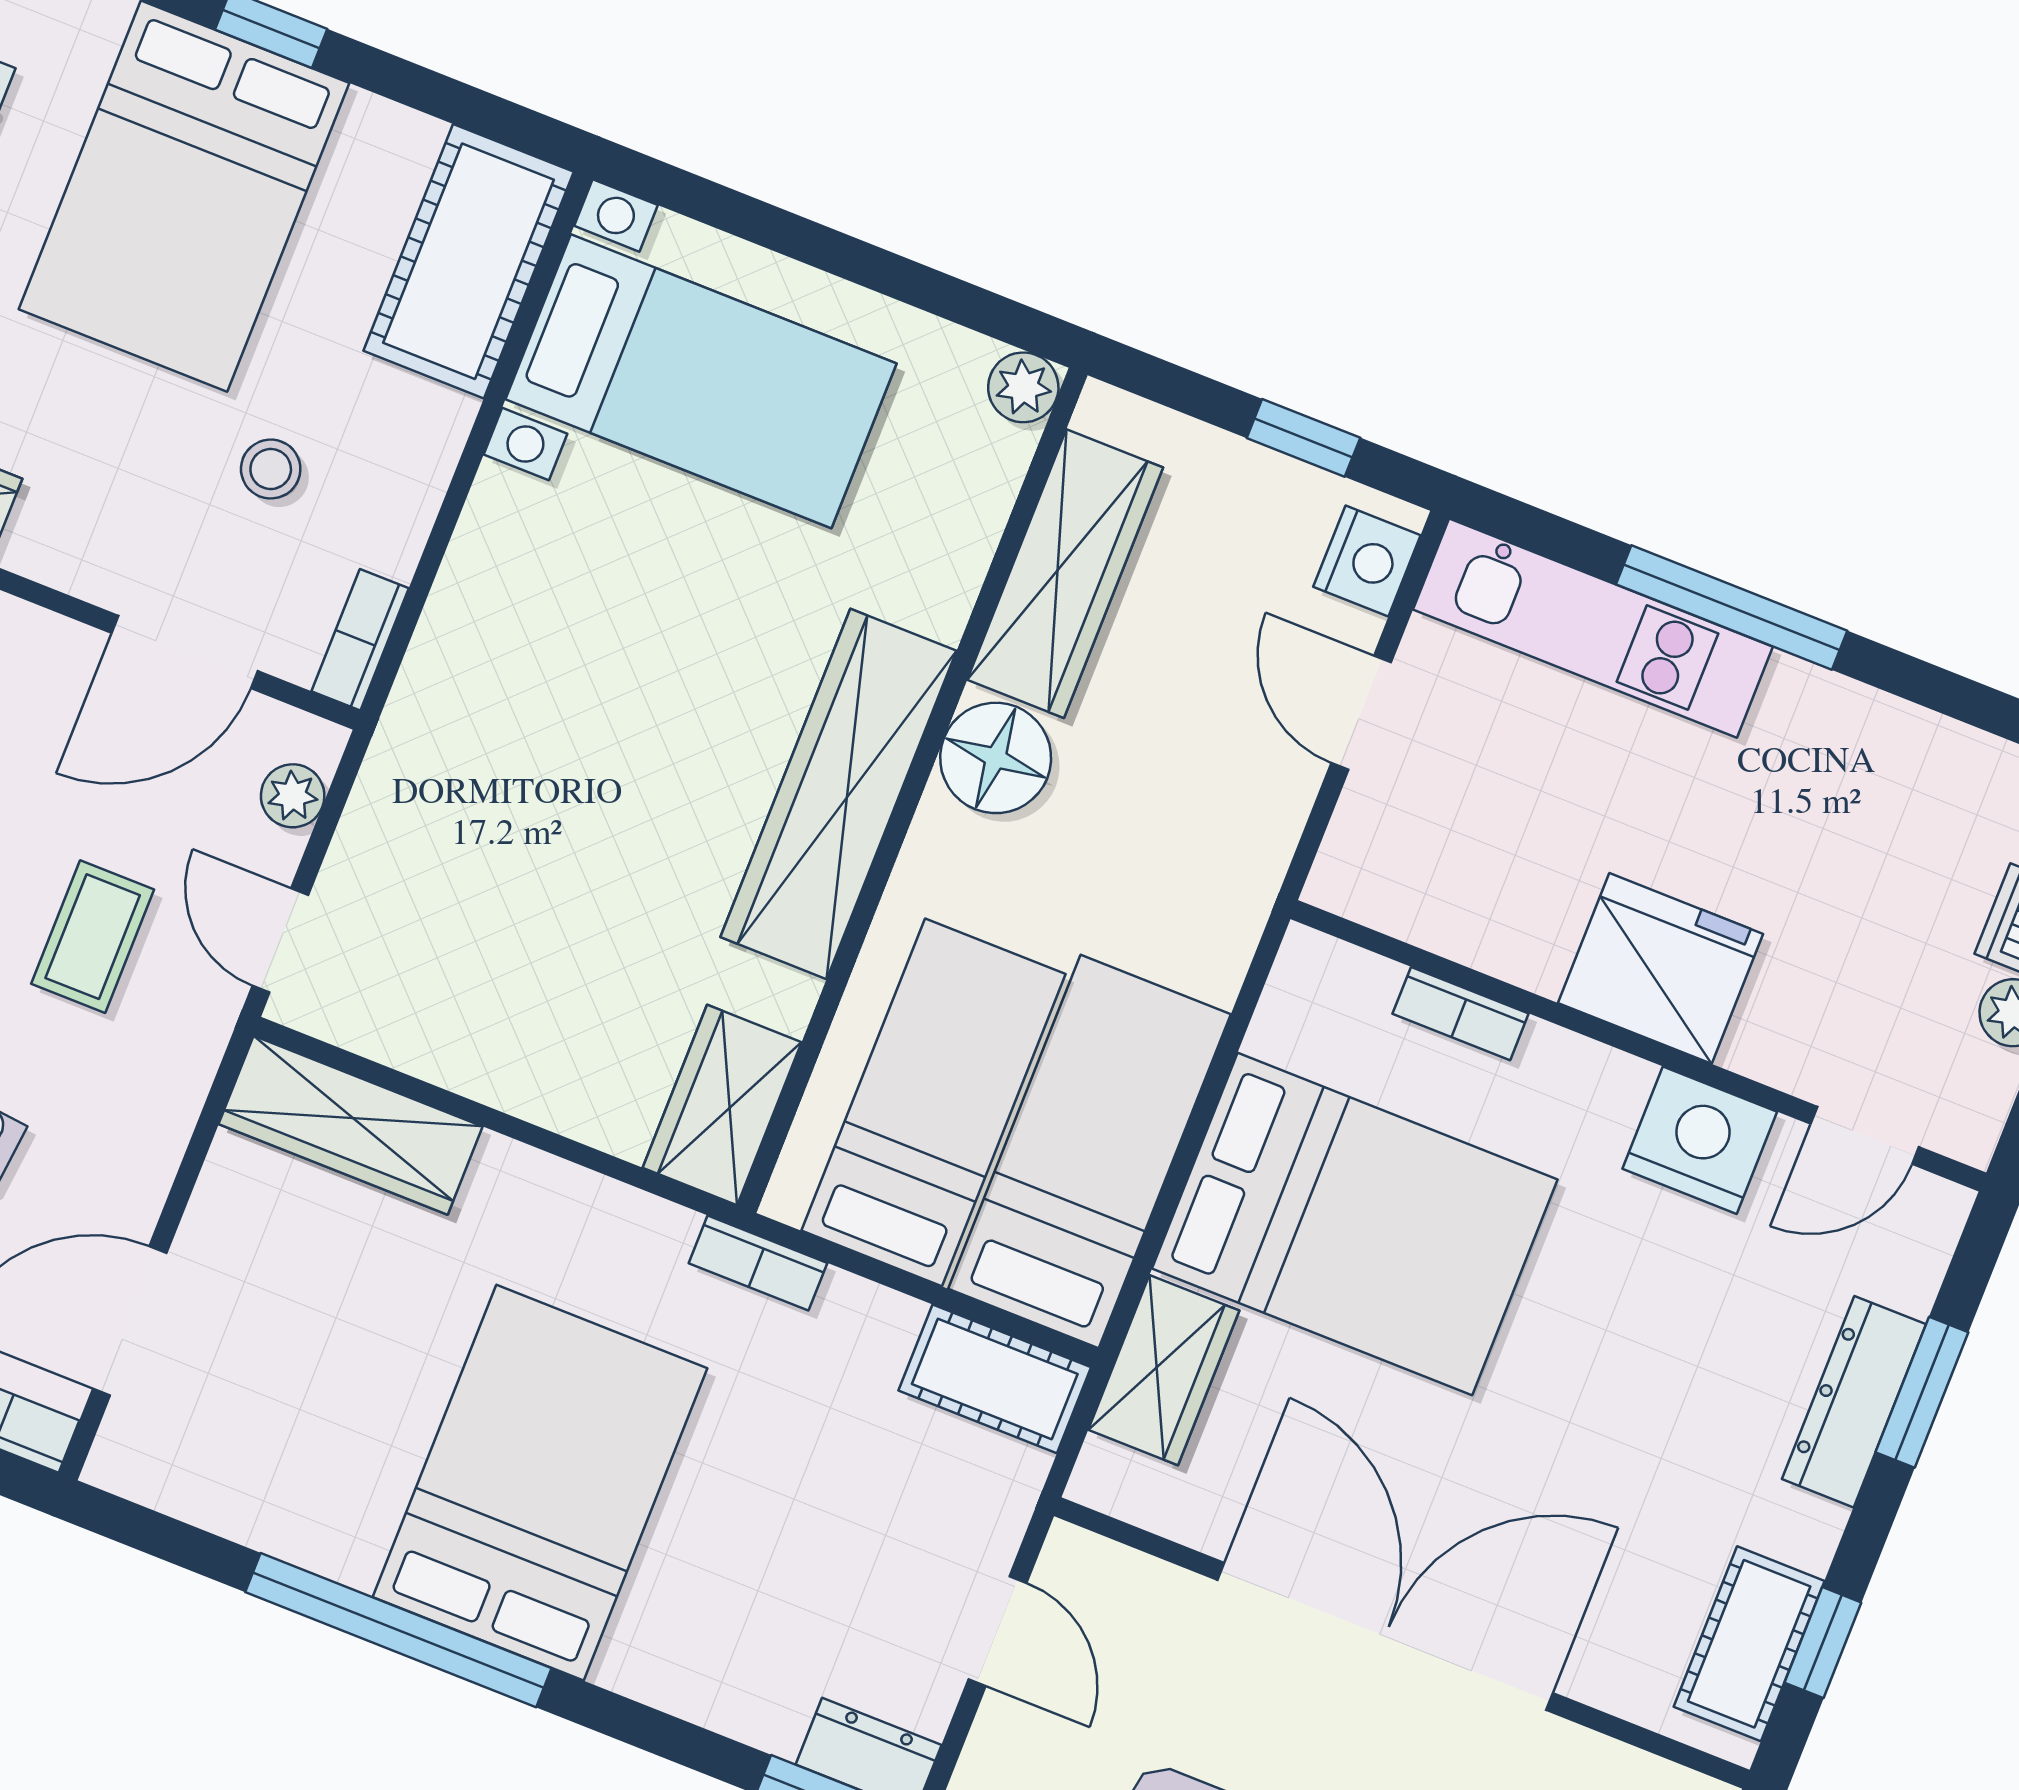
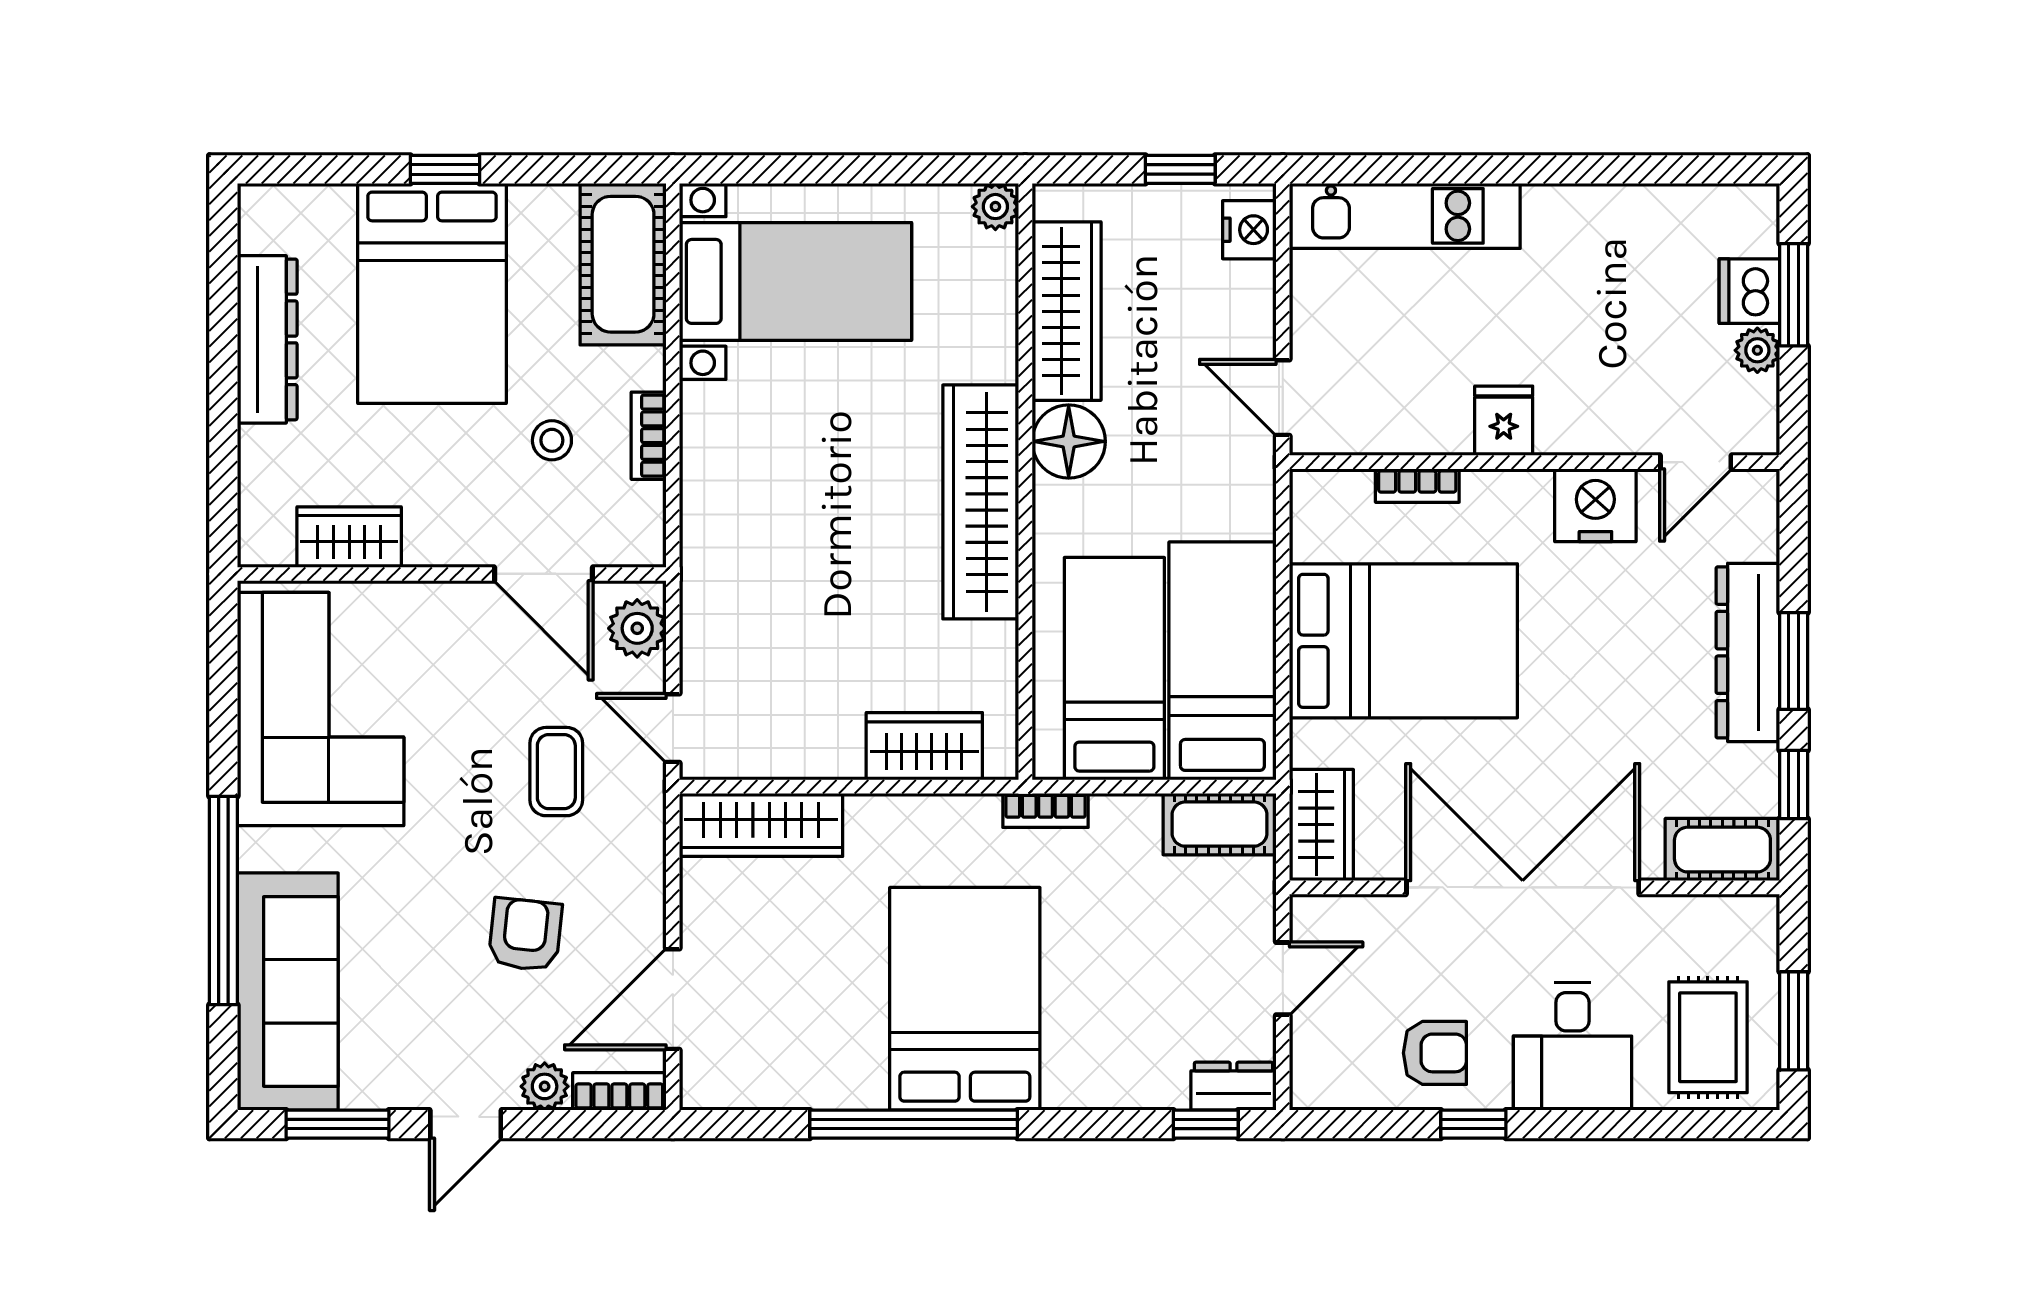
window: (1732, 607) -> (1485, 169), removed
bookcase: (360, 640) -> (649, 436), moved
door: (185, 652) -> (544, 574), hinge flipped
door: (1361, 713) -> (1283, 398), moved
plant: (293, 796) -> (637, 628), width x1.38, depth x1.38
fridge: (1661, 968) -> (1504, 421), width x0.53, depth x0.75
wardrobe: (722, 1105) -> (924, 746), moved, turned 90
wardrobe: (1164, 1370) -> (1321, 825), moved
window: (1922, 1392) -> (1794, 661), moved
dresser: (1854, 1402) -> (1748, 652), width x1.37, depth x1.24
door: (998, 1631) -> (1283, 979), hinge flipped
cot: (1749, 1644) -> (1722, 850), moved, turned 90

